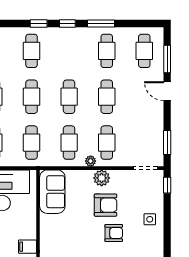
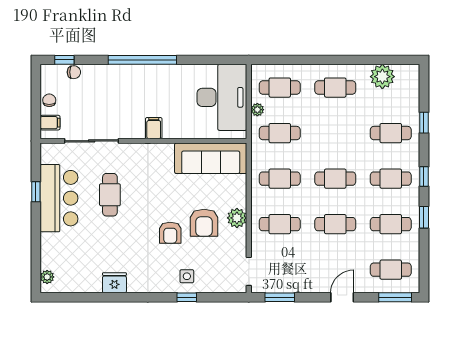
window: (39, 23) -> (424, 123), moved
window: (101, 23) -> (424, 217), width x0.67
window: (167, 59) -> (395, 297), moved
cafe table: (32, 97) -> (391, 179), moved
plant: (91, 161) -> (257, 110), moved
window: (167, 185) -> (187, 297), moved
sofa: (52, 192) -> (211, 158), width x1.36

